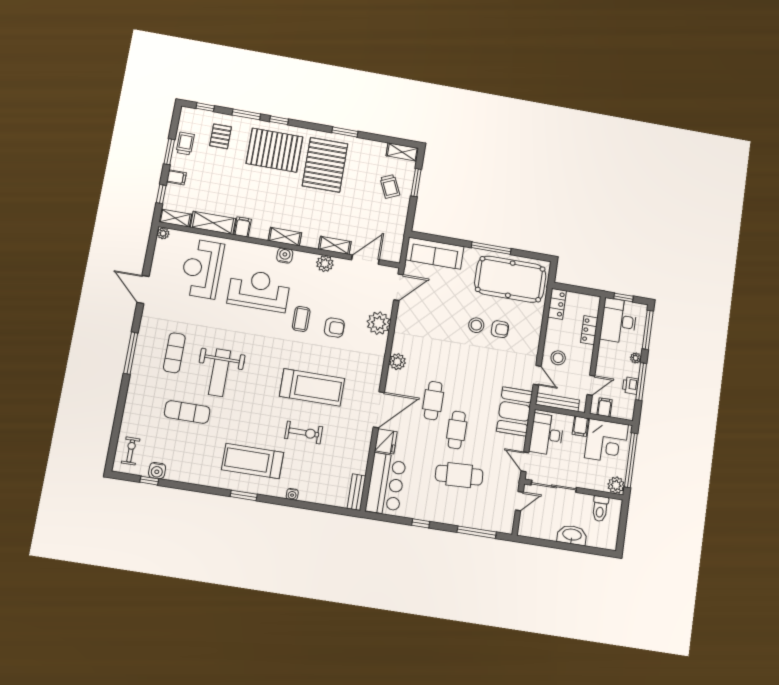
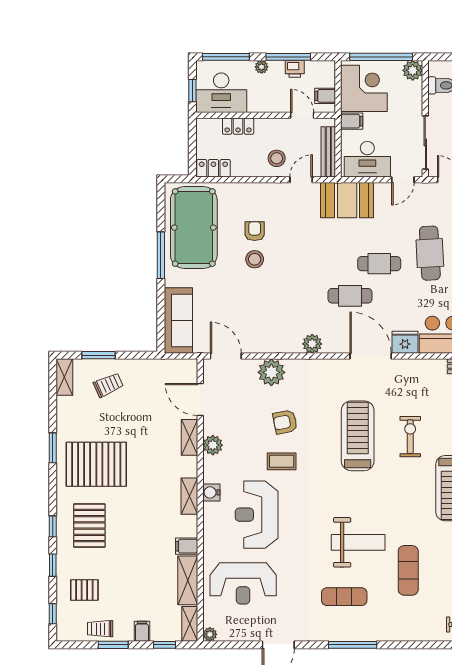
window: (246, 114) -> (53, 565), width x0.67
pallet: (274, 150) -> (89, 525), width x0.73, depth x0.71
armchair: (334, 328) -> (285, 422), turned -101

